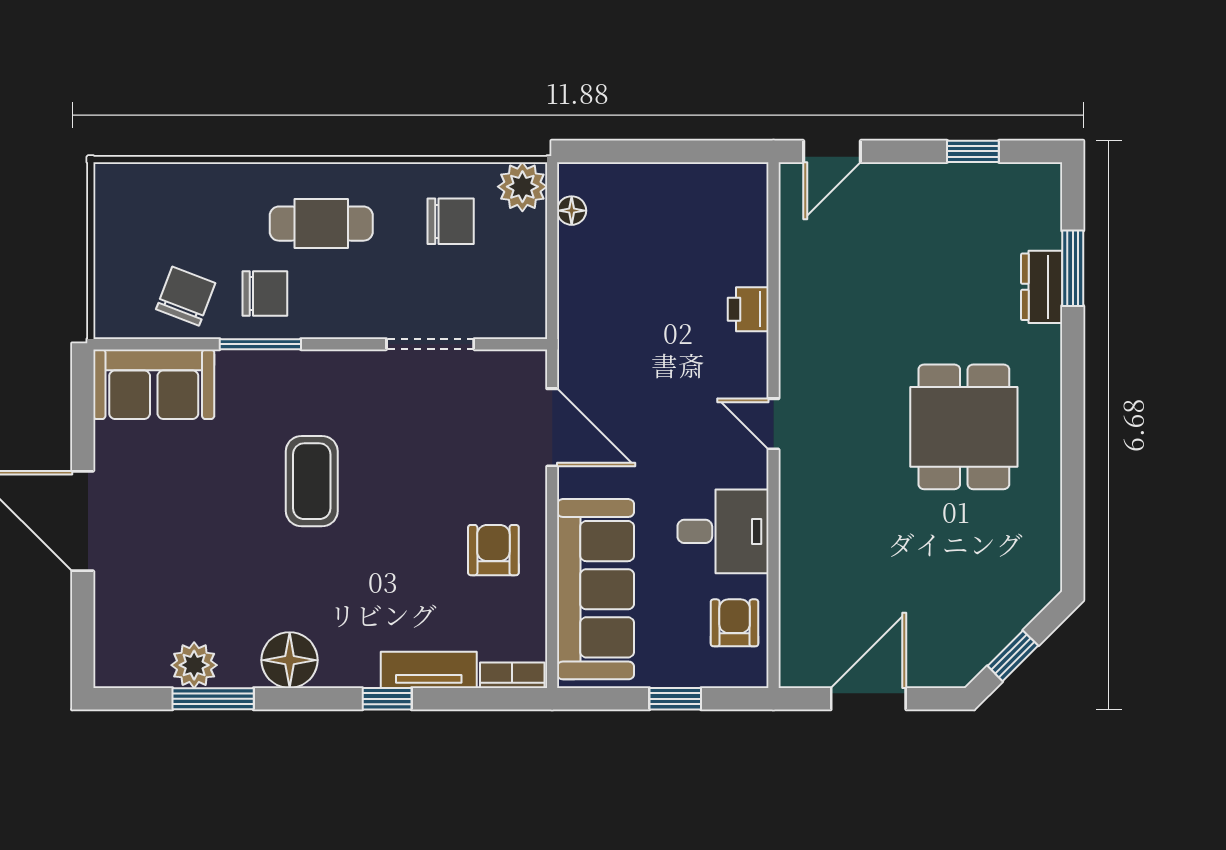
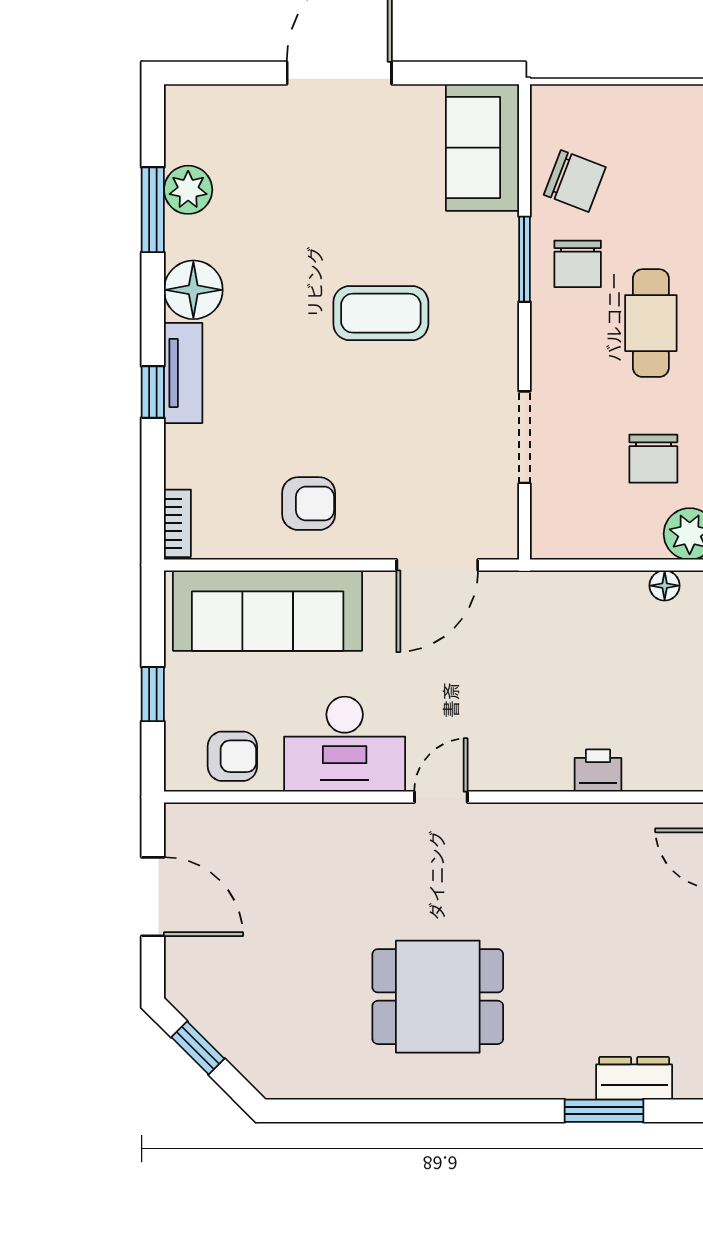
dresser: (1042, 287) -> (634, 1078), moved
printer: (748, 309) -> (598, 771), moved
desk: (723, 531) -> (345, 744), width x1.37
tv unit: (429, 670) -> (183, 373), moved

